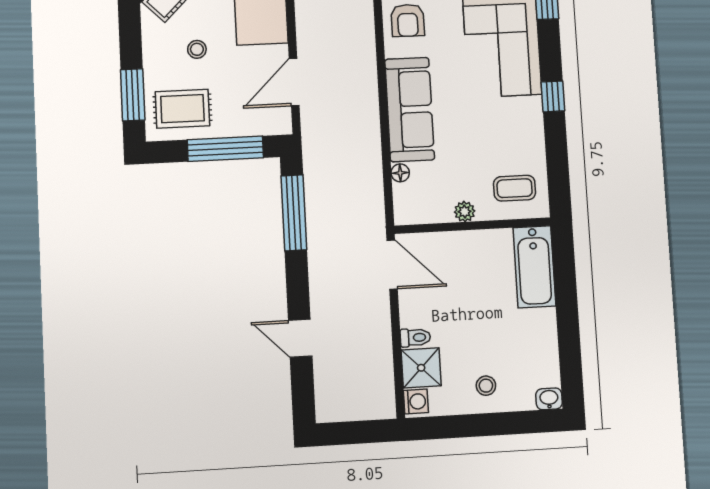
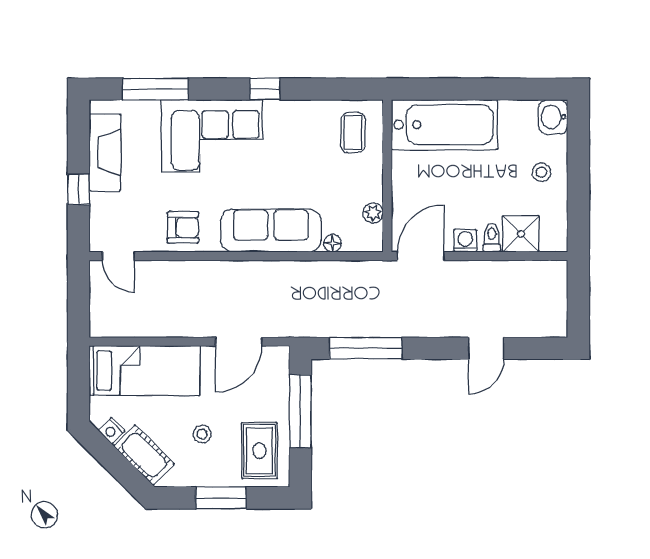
door: (294, 82) -> (239, 342), hinge flipped
window: (133, 95) -> (221, 498), moved
plant: (465, 212) -> (373, 213), moved
bathtub: (534, 267) -> (444, 125), width x1.36, depth x1.36
washbasin: (549, 399) -> (553, 117), width x1.38, depth x1.45
washing machine: (416, 401) -> (465, 241), moved

